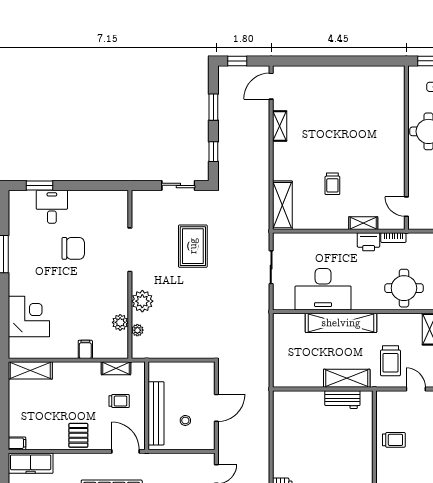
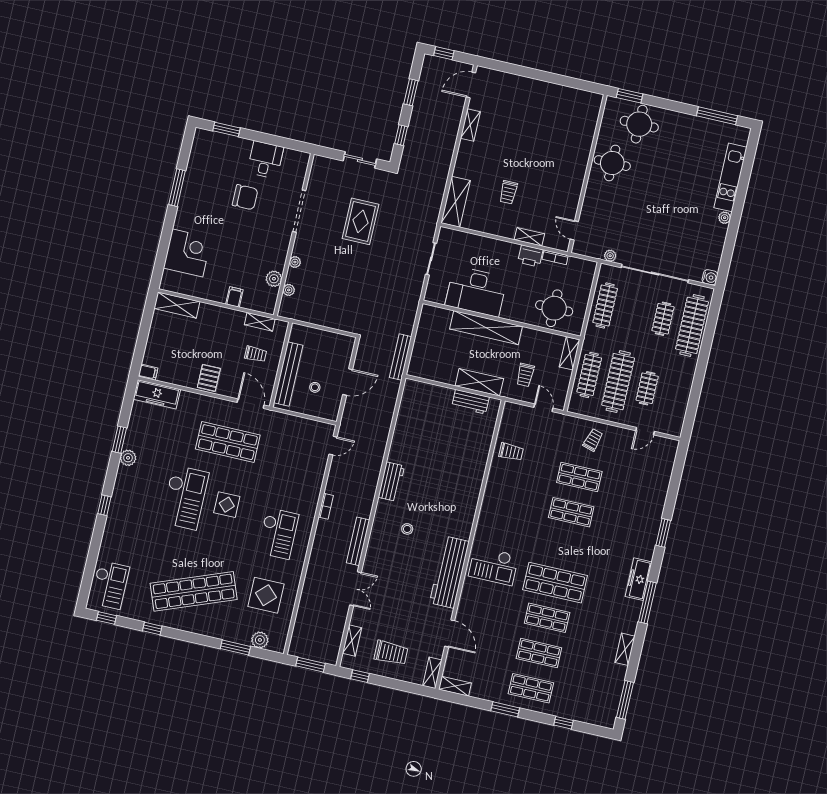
desk: (52, 207) -> (265, 160), moved
plant: (142, 301) -> (295, 262), width x0.53, depth x0.53
trolley: (390, 361) -> (525, 375), width x0.73, depth x0.72
bench: (263, 371) -> (401, 357), added

